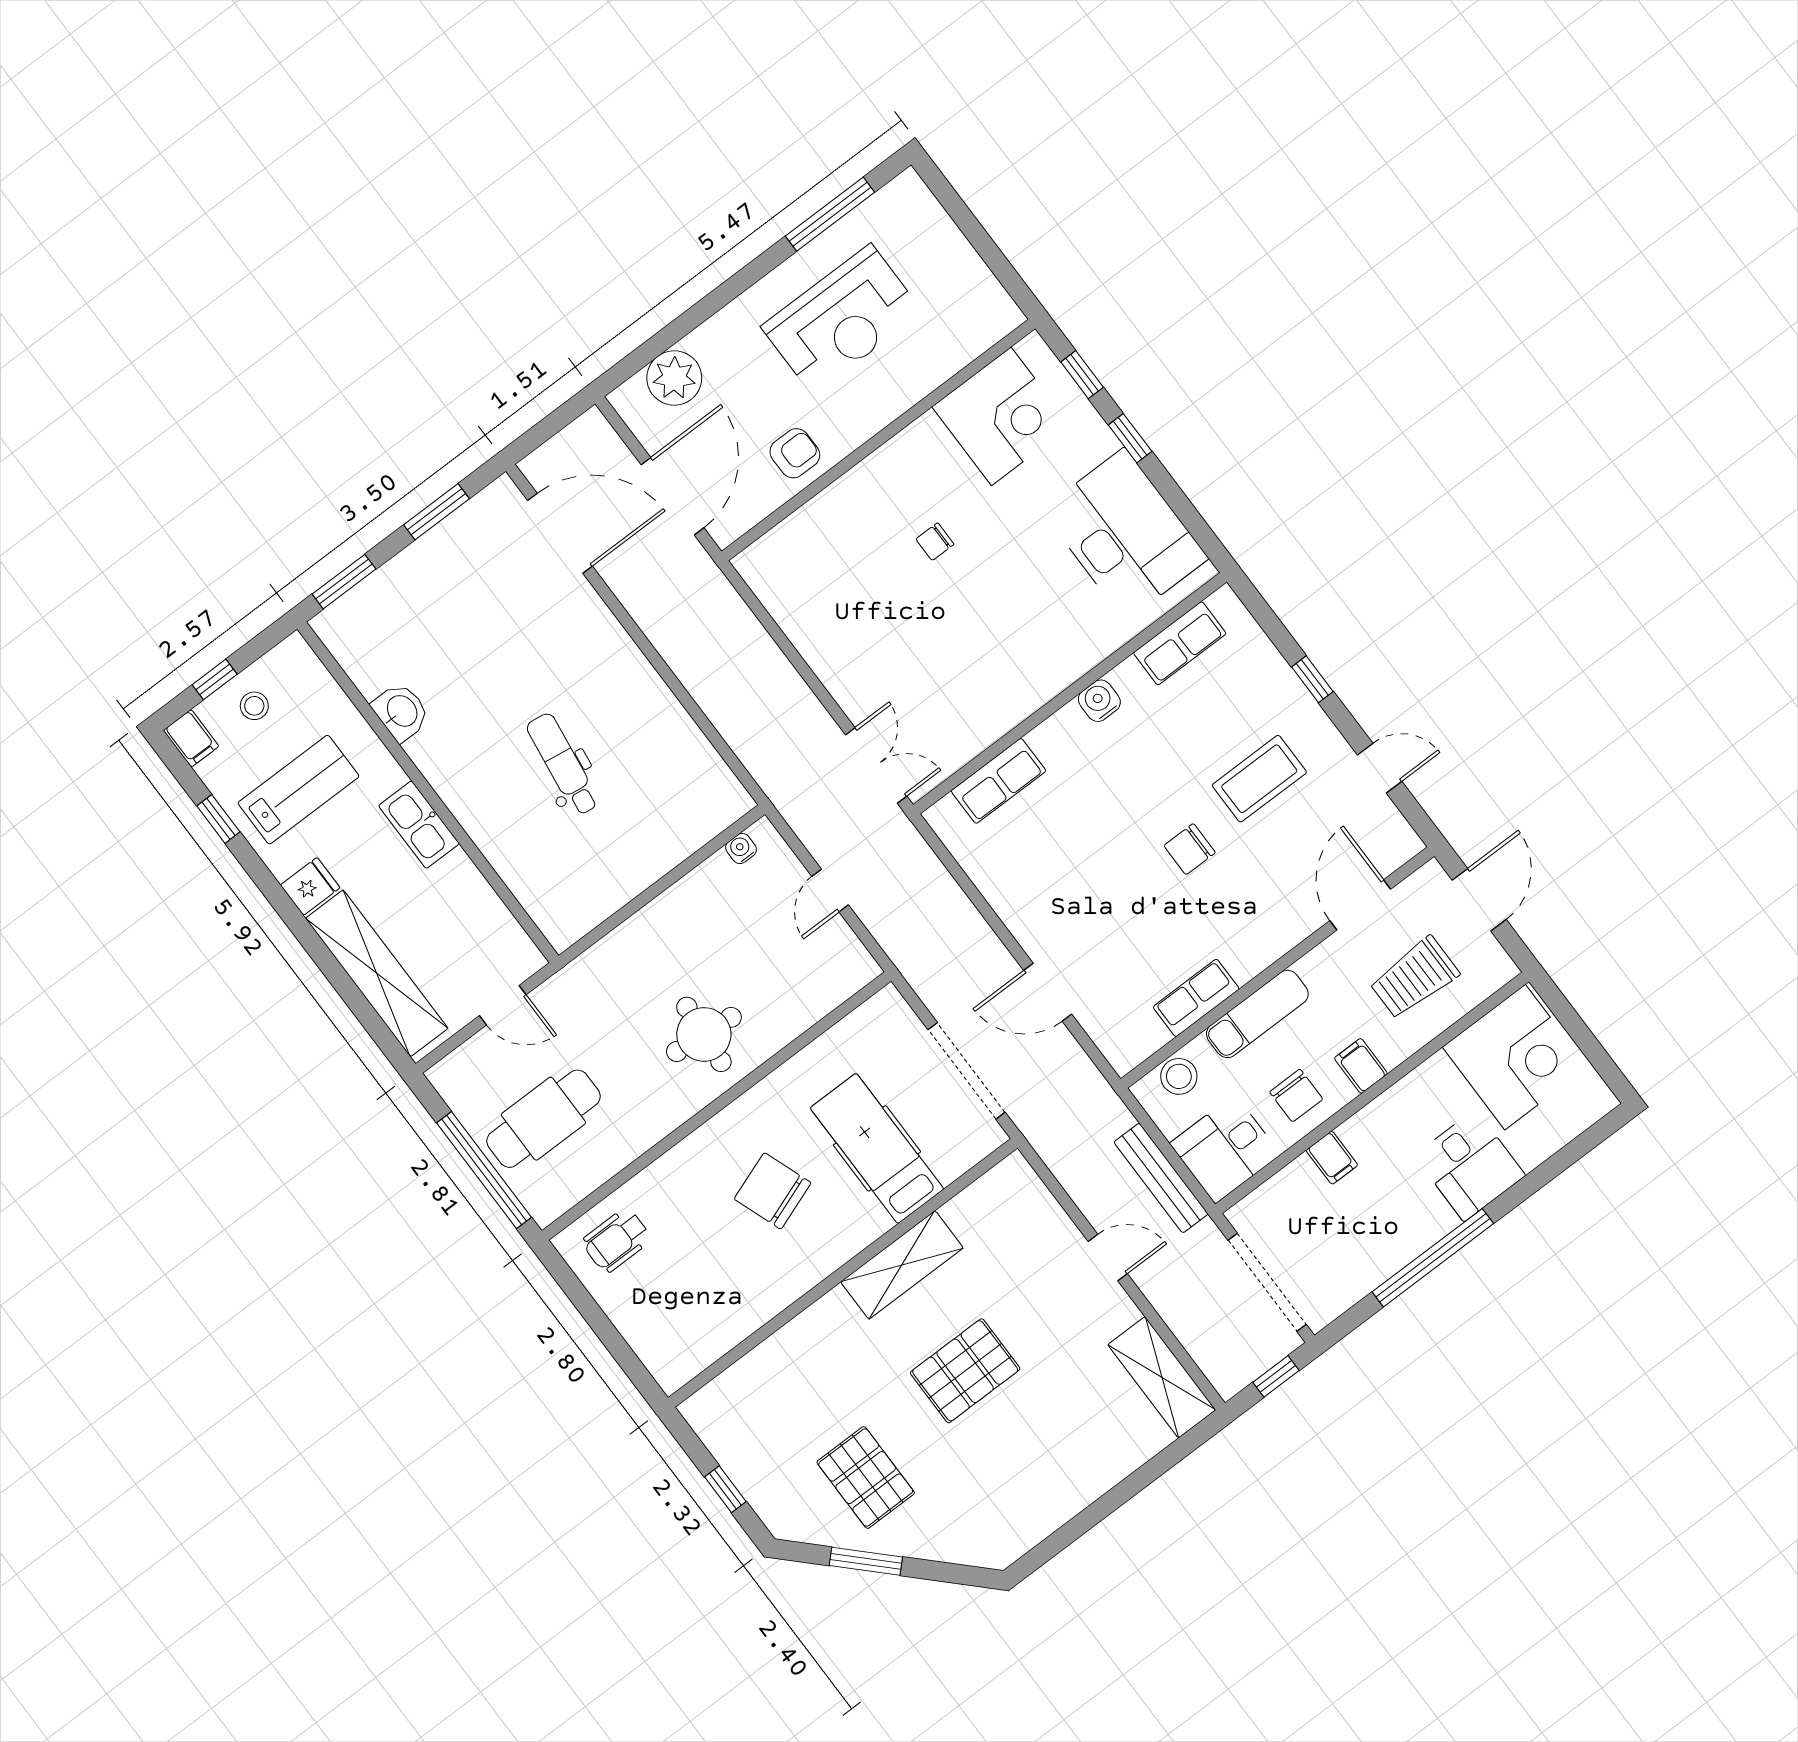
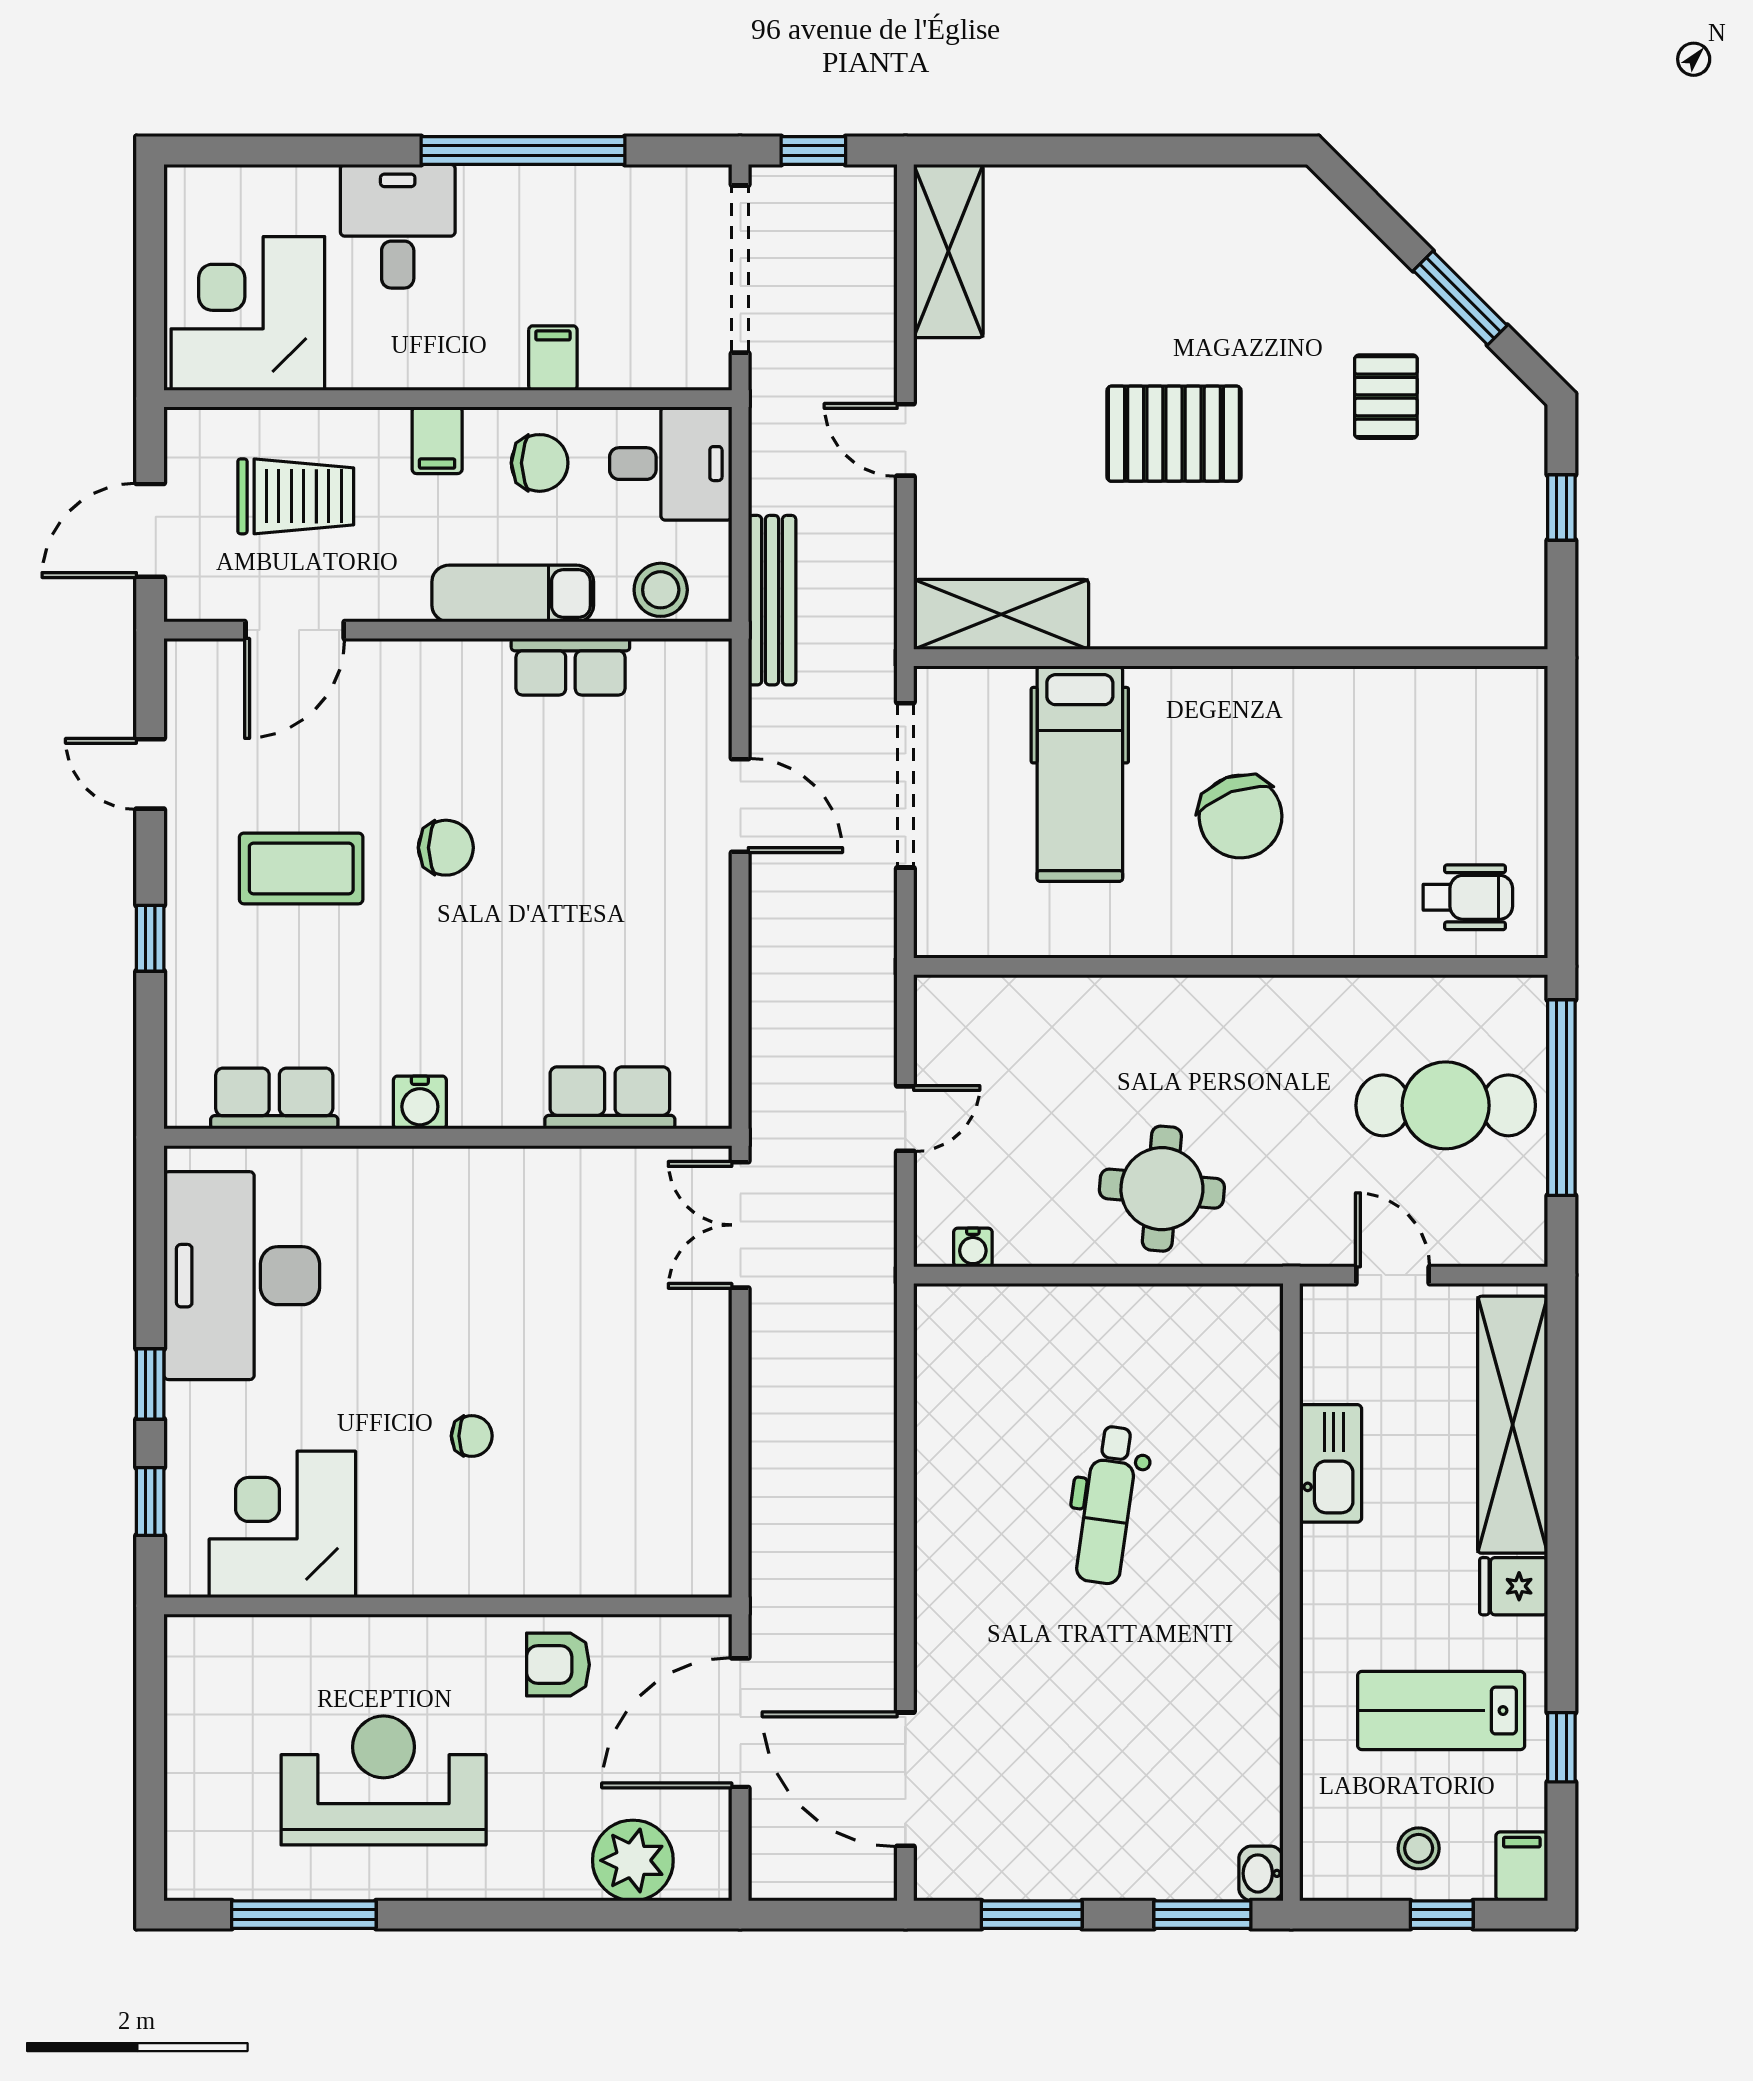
washbasin: (401, 712) -> (1261, 1873), moved, width x0.72, depth x0.69
kitchen sink: (419, 825) -> (1331, 1463), moved
round table: (704, 1034) -> (1162, 1189), moved
chair: (1296, 1096) -> (540, 463), turned 90
bench: (1161, 1178) -> (772, 600), moved
shelving: (902, 1265) -> (1001, 614), moved
pallet: (866, 1478) -> (1386, 397), width x0.67, depth x0.71

